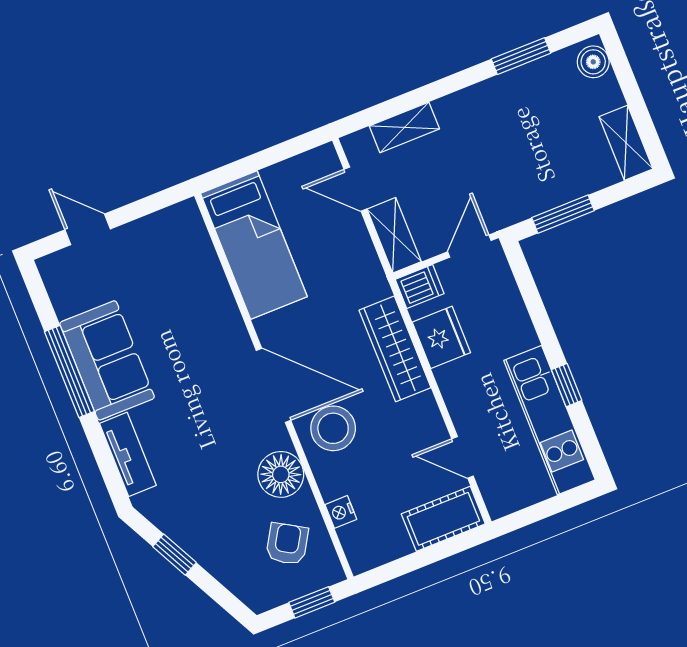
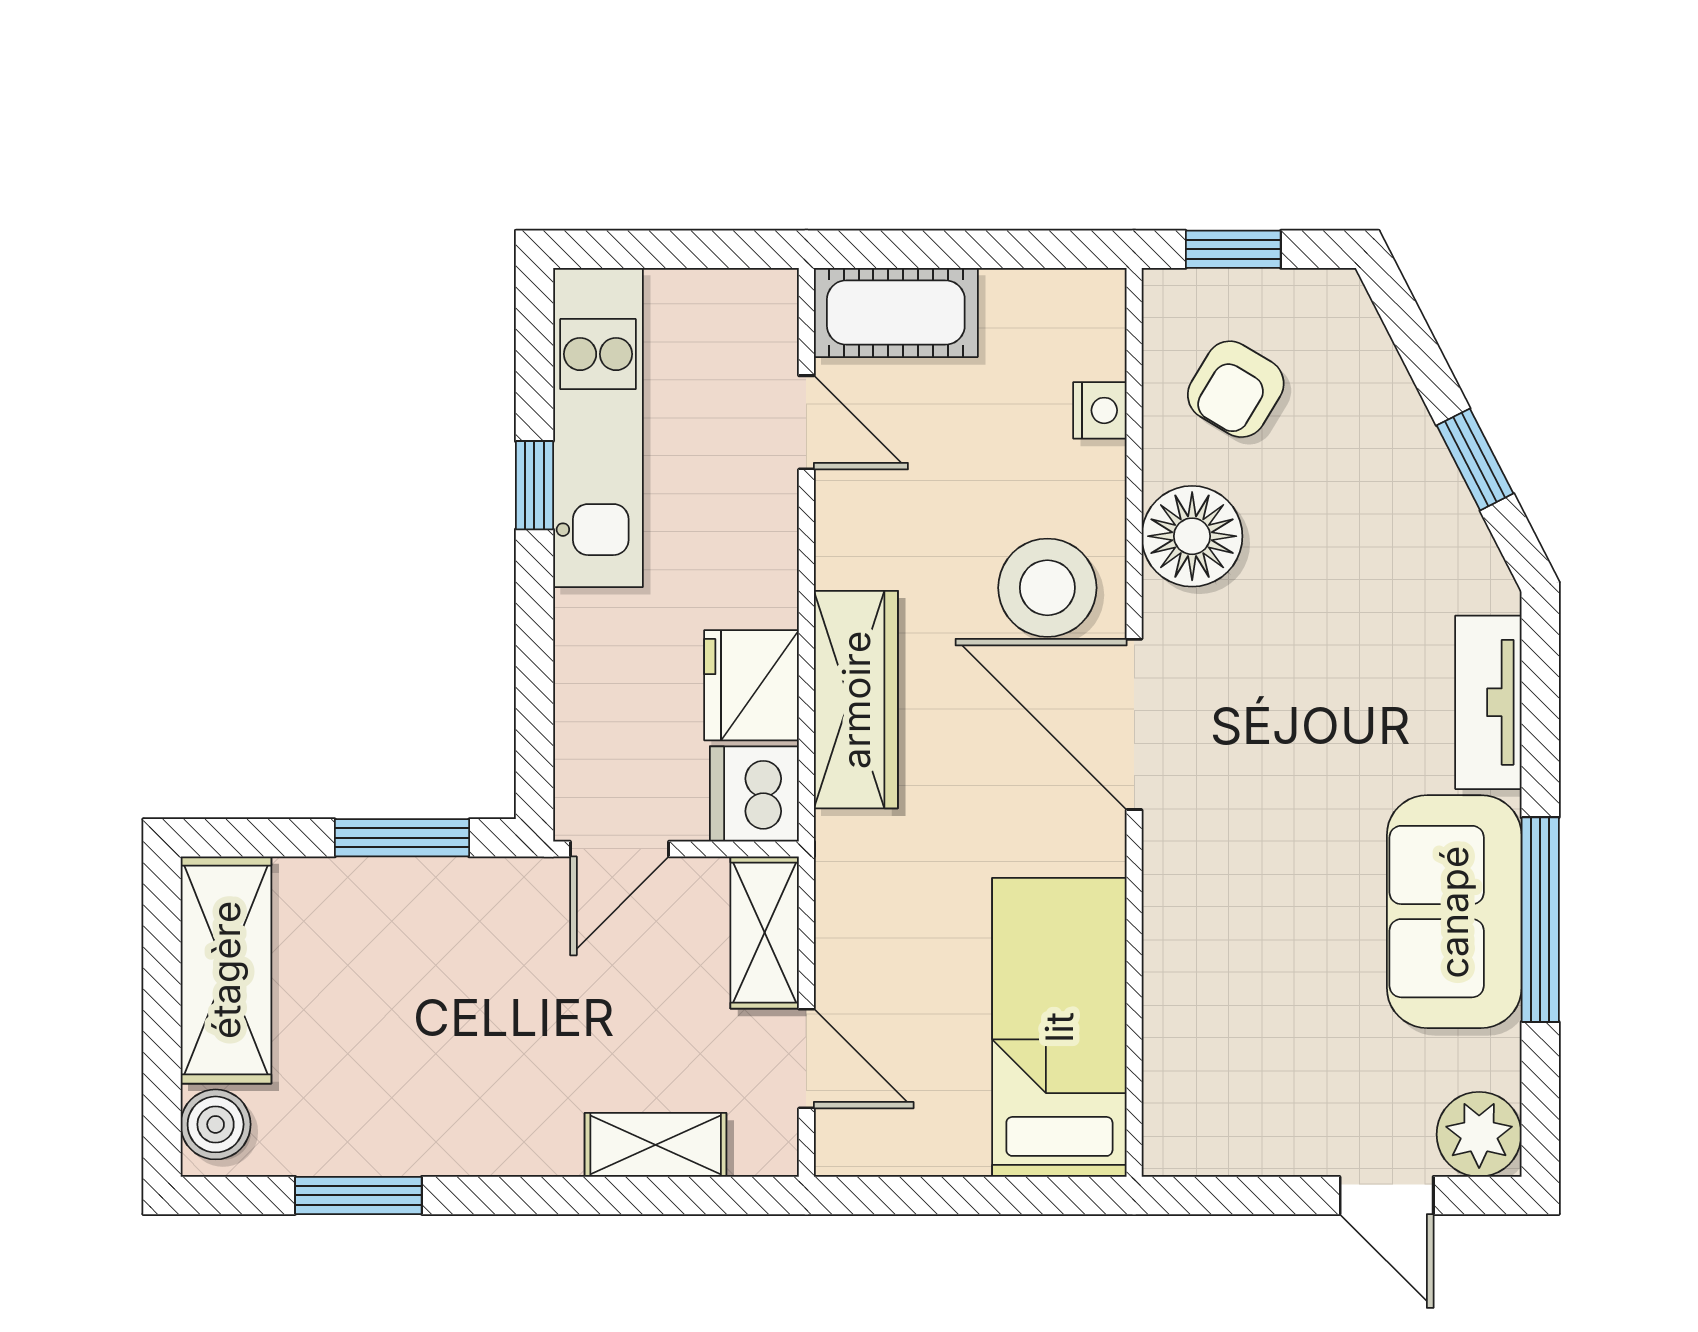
shelving: (626, 143) -> (226, 970), width x1.50, depth x1.33
plant: (59, 271) -> (1479, 1134), added
dishwasher: (420, 287) -> (754, 794), width x1.38

